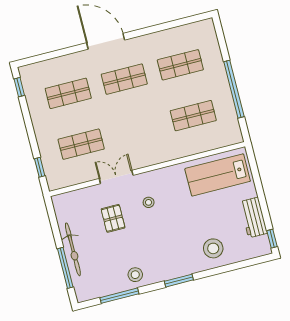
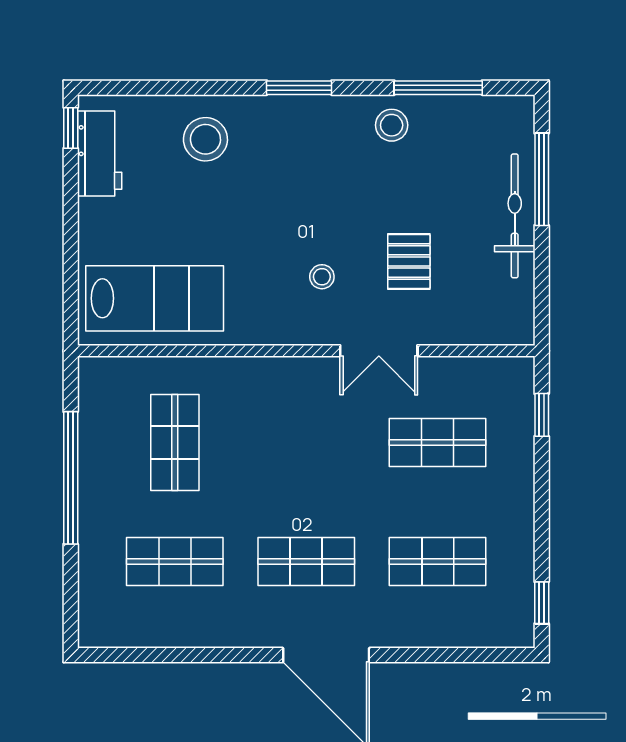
shop shelf: (193, 116) -> (175, 443), turned 90
workbench: (253, 217) -> (100, 153), moved

